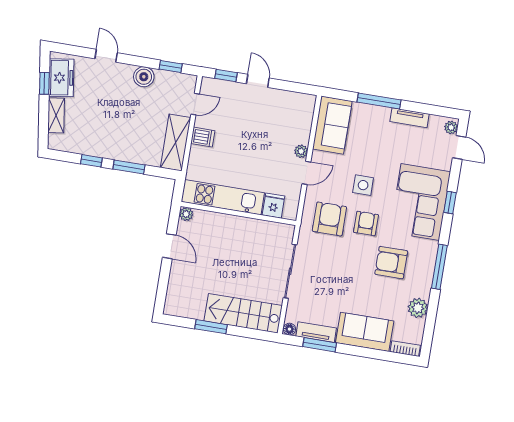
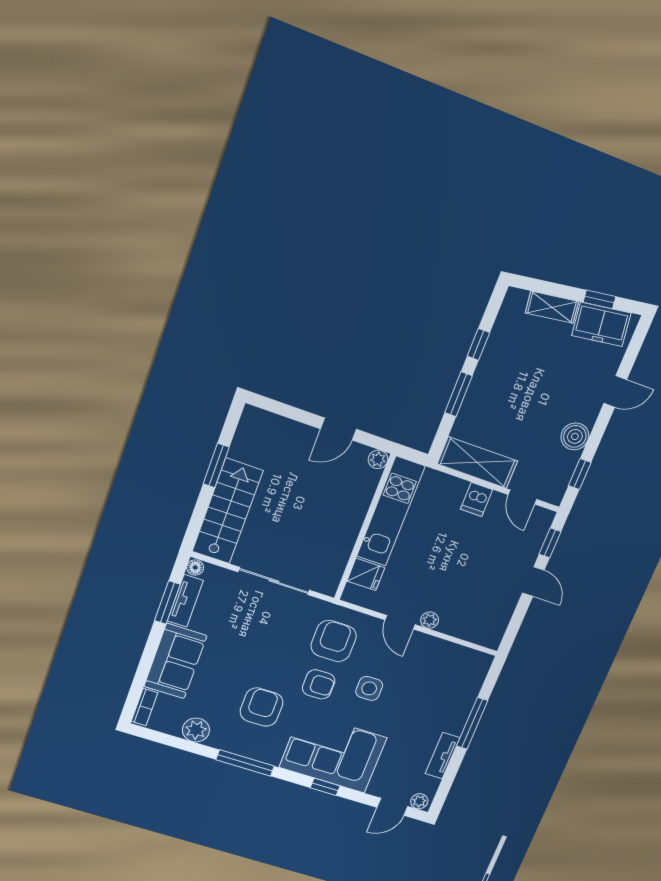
door: (258, 81) -> (533, 582), hinge flipped
sofa: (332, 125) -> (455, 663), removed
armchair: (329, 219) -> (334, 641), turned -90

